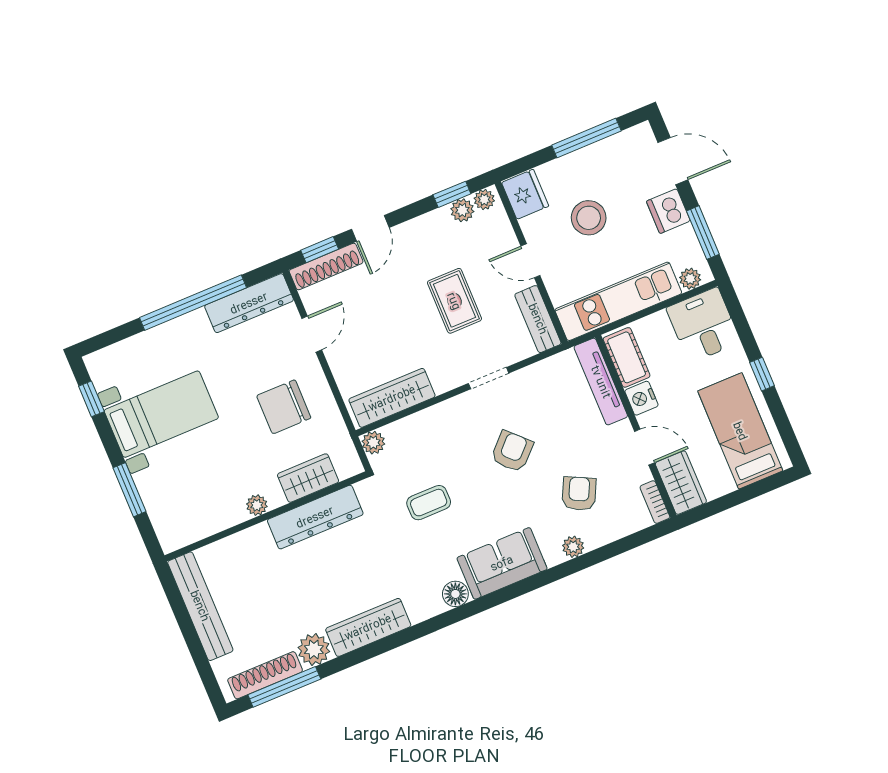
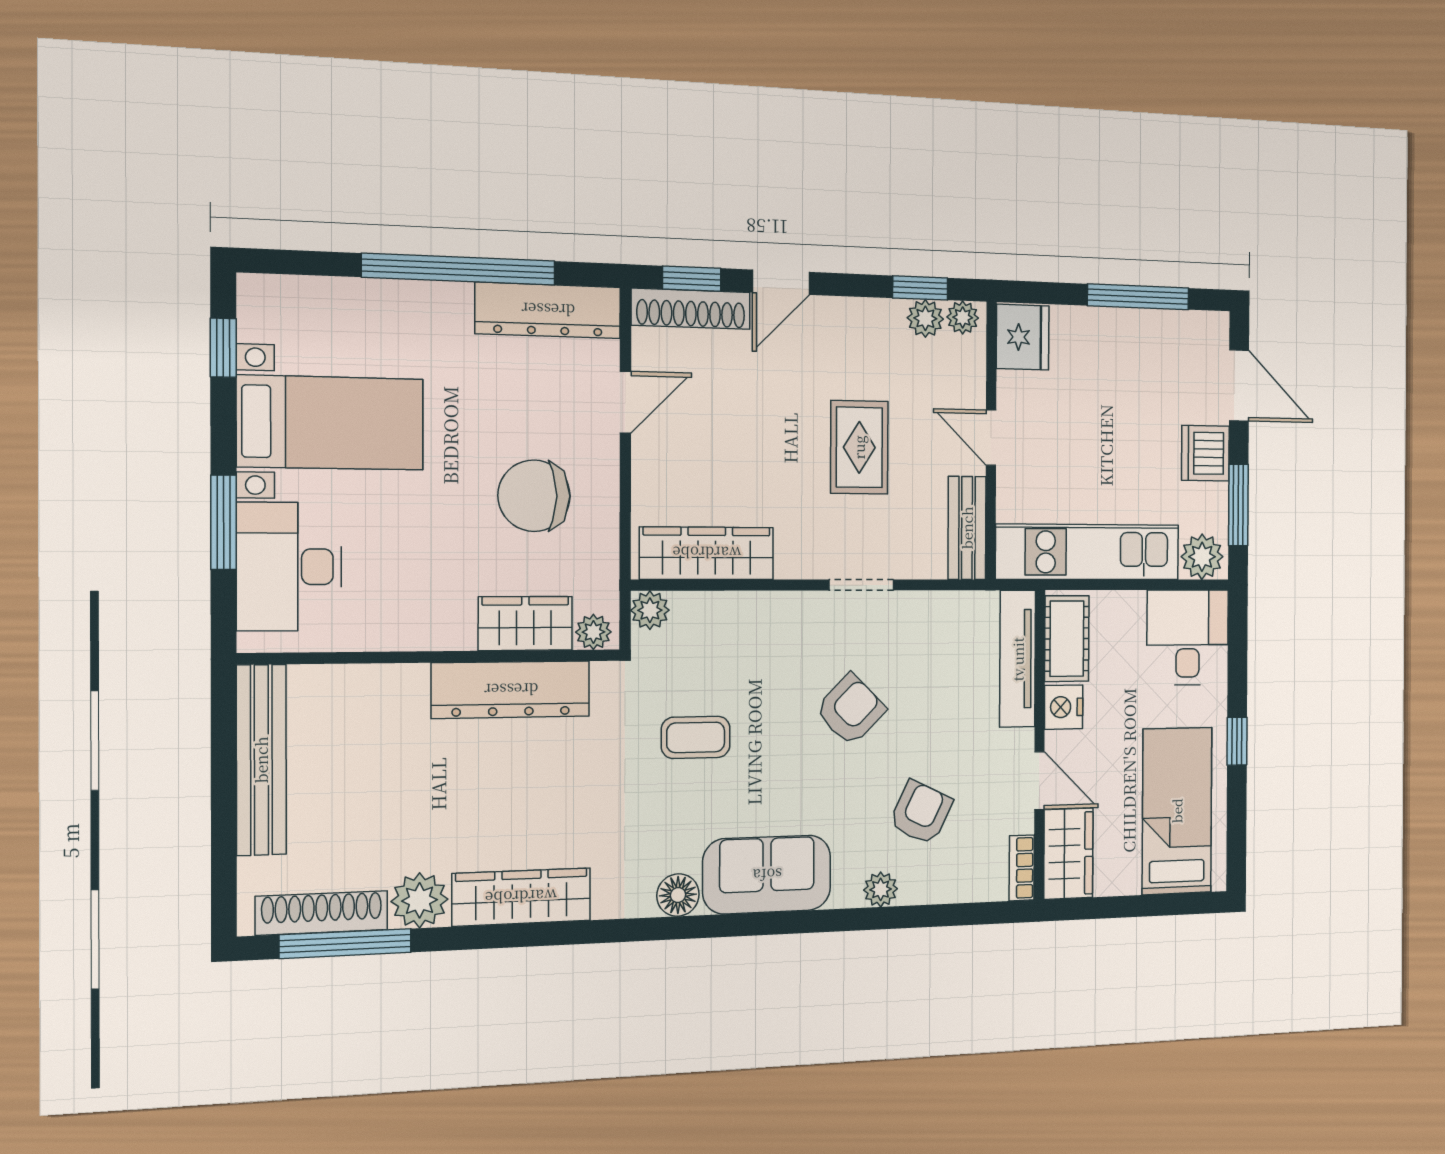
stool: (589, 218) -> (1096, 413), removed
plant: (690, 279) -> (1202, 557), width x1.38, depth x1.38
desk: (172, 499) -> (289, 567), added
plant: (257, 505) -> (593, 632), moved

